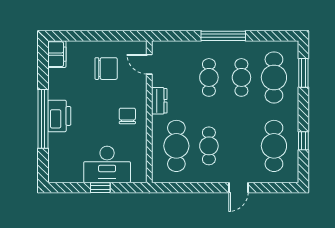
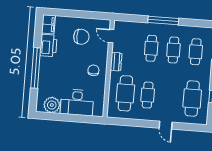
cafe table: (274, 77) -> (196, 52), width x0.73, depth x0.74
printer: (59, 116) -> (48, 45), moved
plant: (71, 171) -> (52, 105), added
window: (100, 188) -> (71, 118), removed
door: (238, 188) -> (166, 125), hinge flipped

